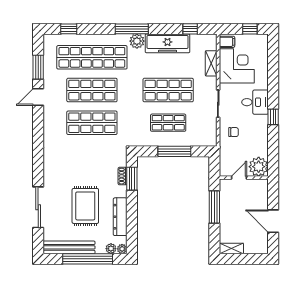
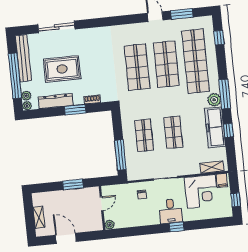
window: (190, 29) -> (228, 130), moved
shelving: (211, 63) -> (212, 167), moved
shop shelf: (168, 90) -> (173, 132), width x0.70, depth x0.74
window: (273, 117) -> (177, 227), moved
window: (174, 151) -> (120, 155), moved
plant: (259, 167) -> (110, 225), width x0.53, depth x0.53
door: (239, 178) -> (102, 204), hinge flipped
window: (132, 179) -> (75, 110), moved
window: (214, 207) -> (73, 184), width x0.69
door: (273, 221) -> (66, 238), hinge flipped
shelving: (231, 248) -> (39, 217), moved

